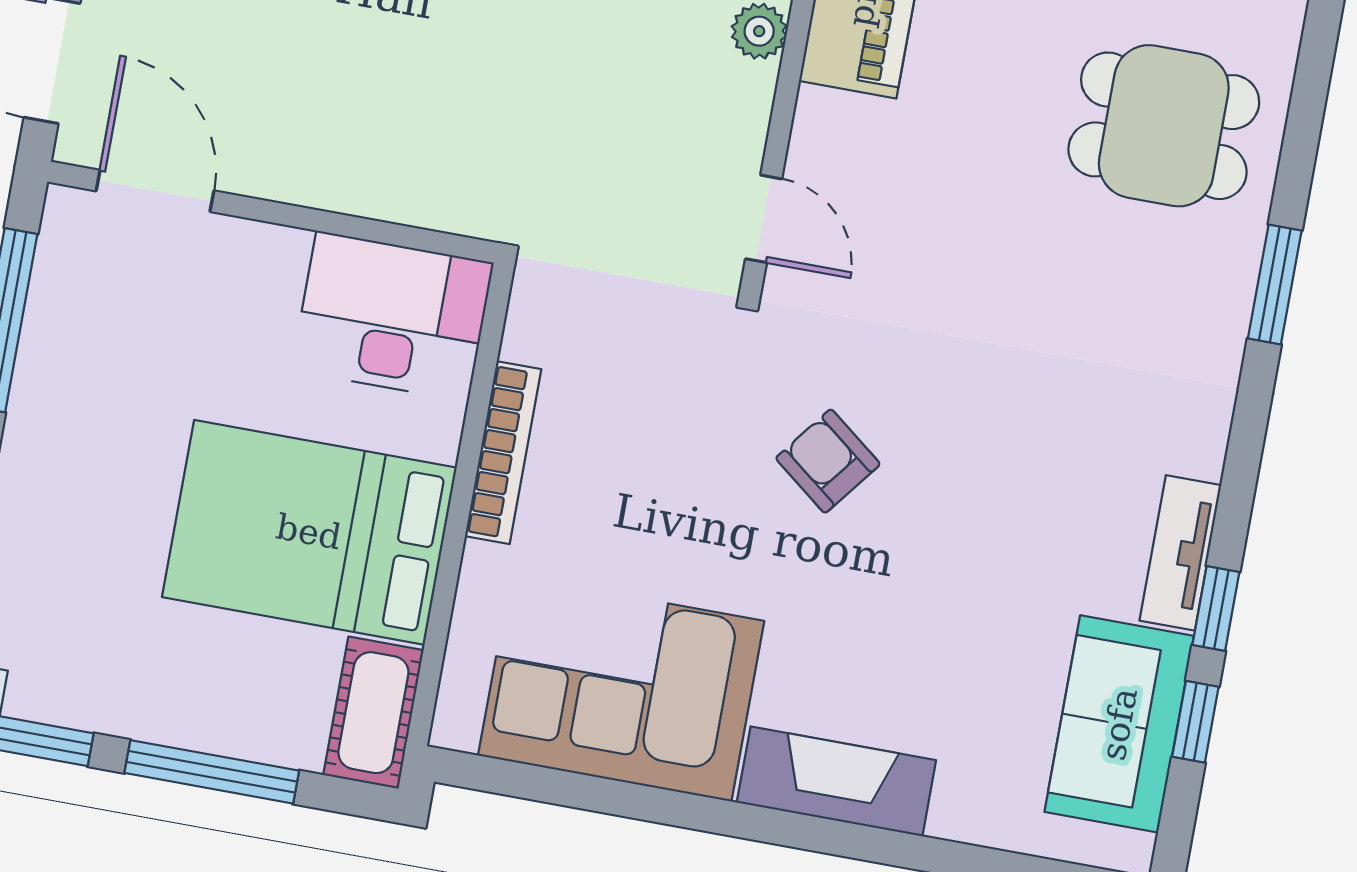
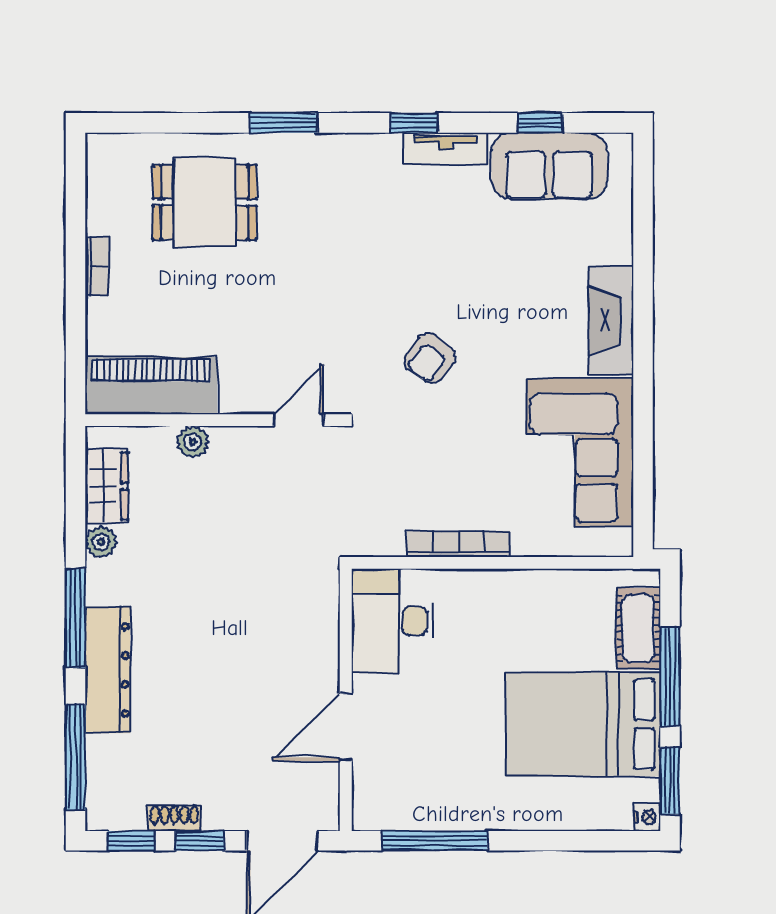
dining table: (1164, 126) -> (205, 202), turned 90
door: (155, 191) -> (346, 727), moved
bed: (309, 532) -> (583, 724), moved, turned 90
window: (1216, 609) -> (414, 123), moved
cot: (373, 713) -> (638, 628), moved, turned 90

